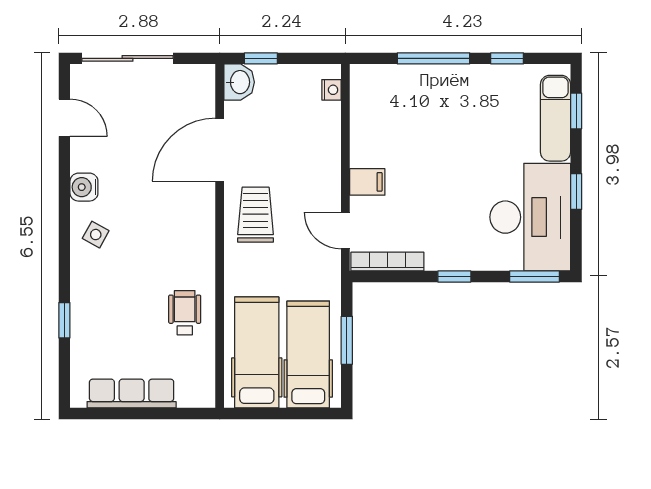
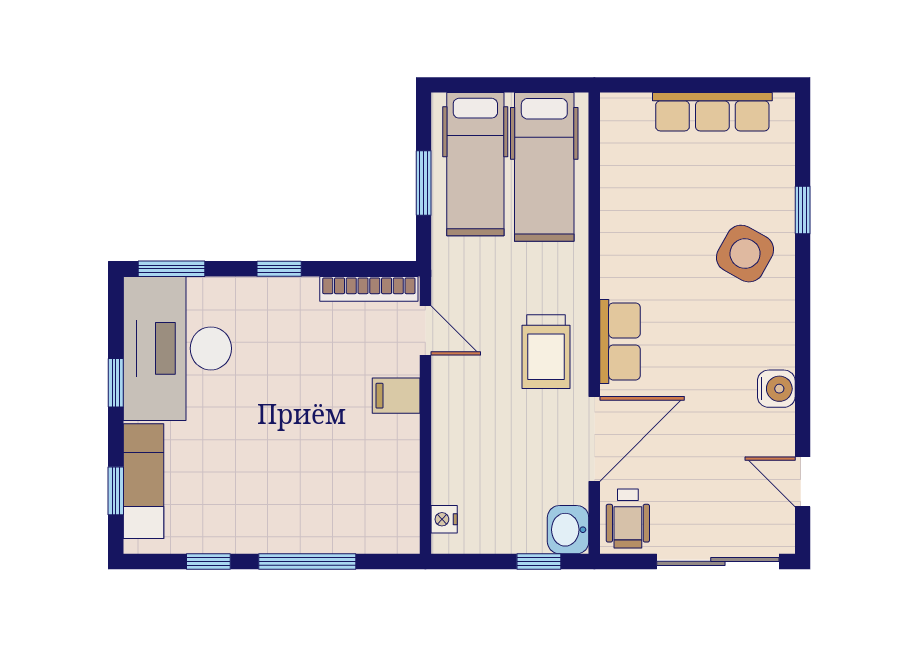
row of seats: (200, 222) -> (620, 341), added
side table: (96, 235) -> (745, 254), moved, width x1.87, depth x1.87
wheelchair: (185, 313) -> (628, 518), moved

